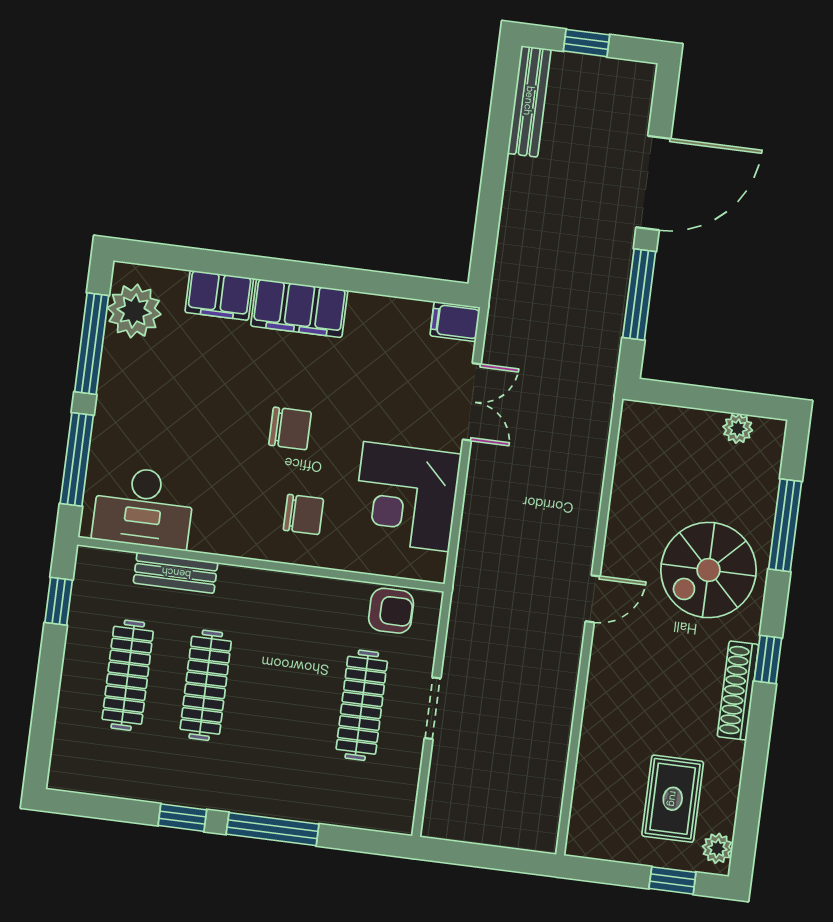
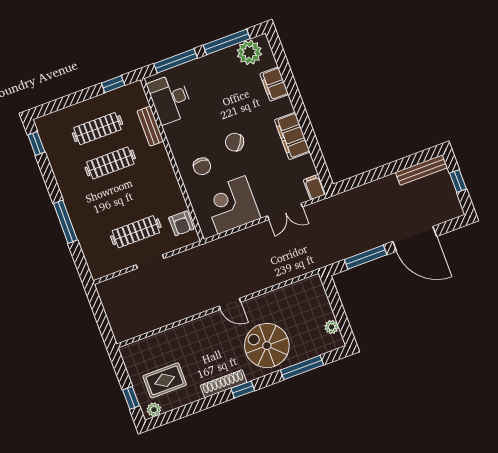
filing cabinet: (299, 308) -> (292, 136), moved
chair: (290, 428) -> (235, 142), turned 123
window: (182, 818) -> (36, 144), moved

